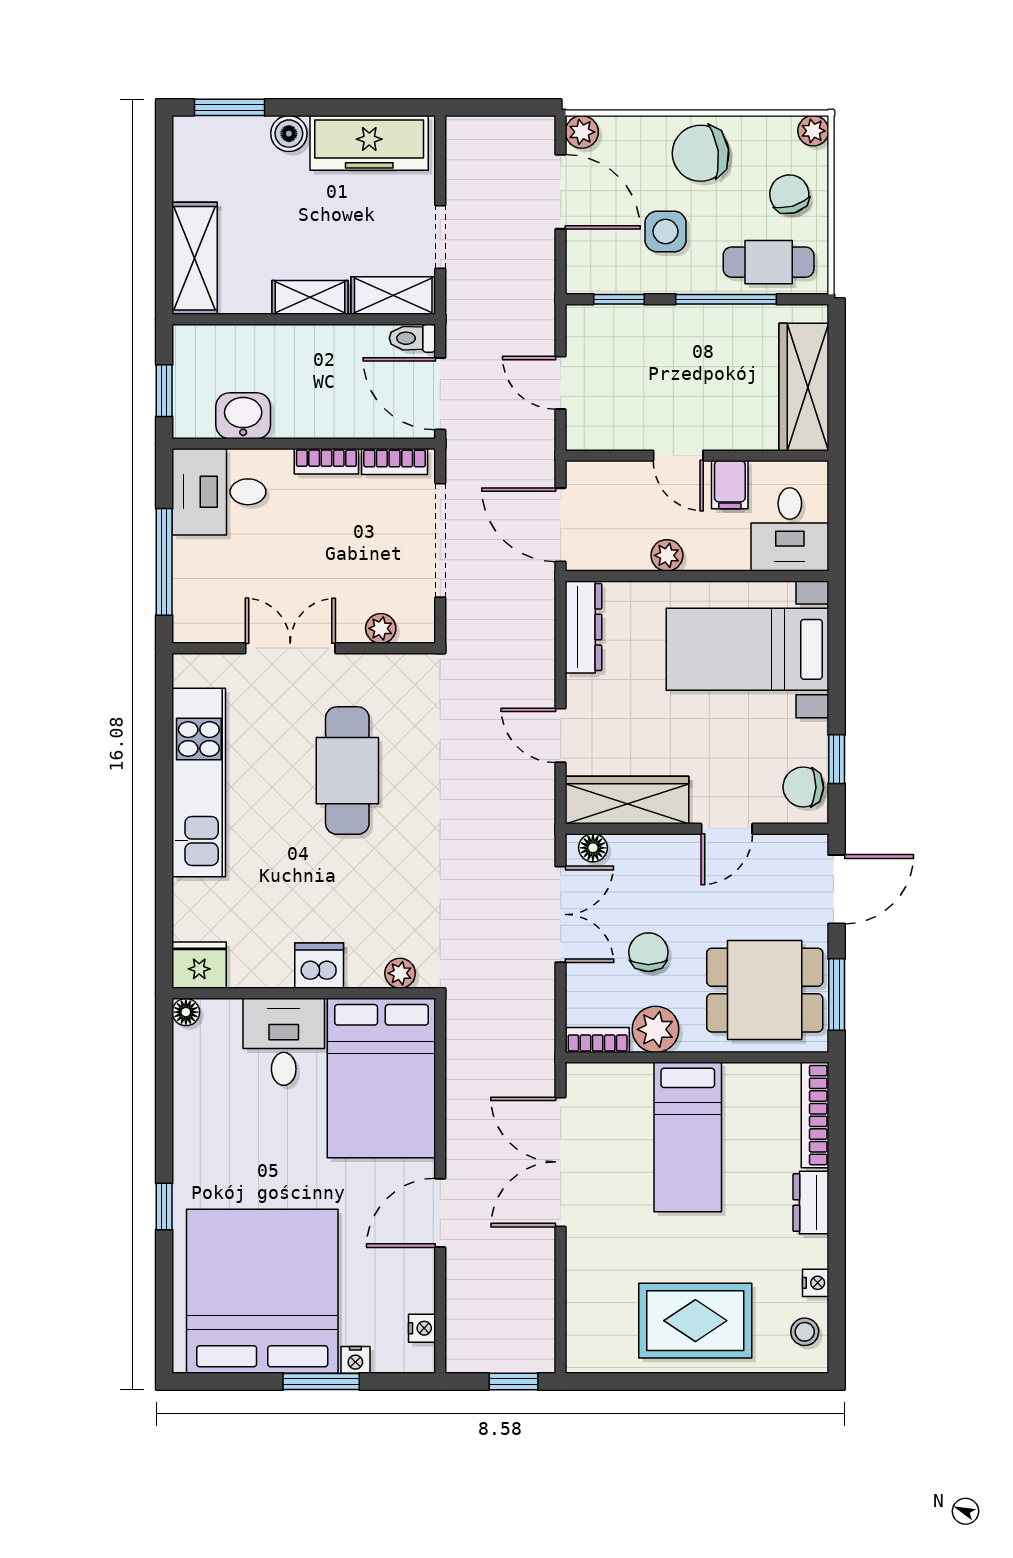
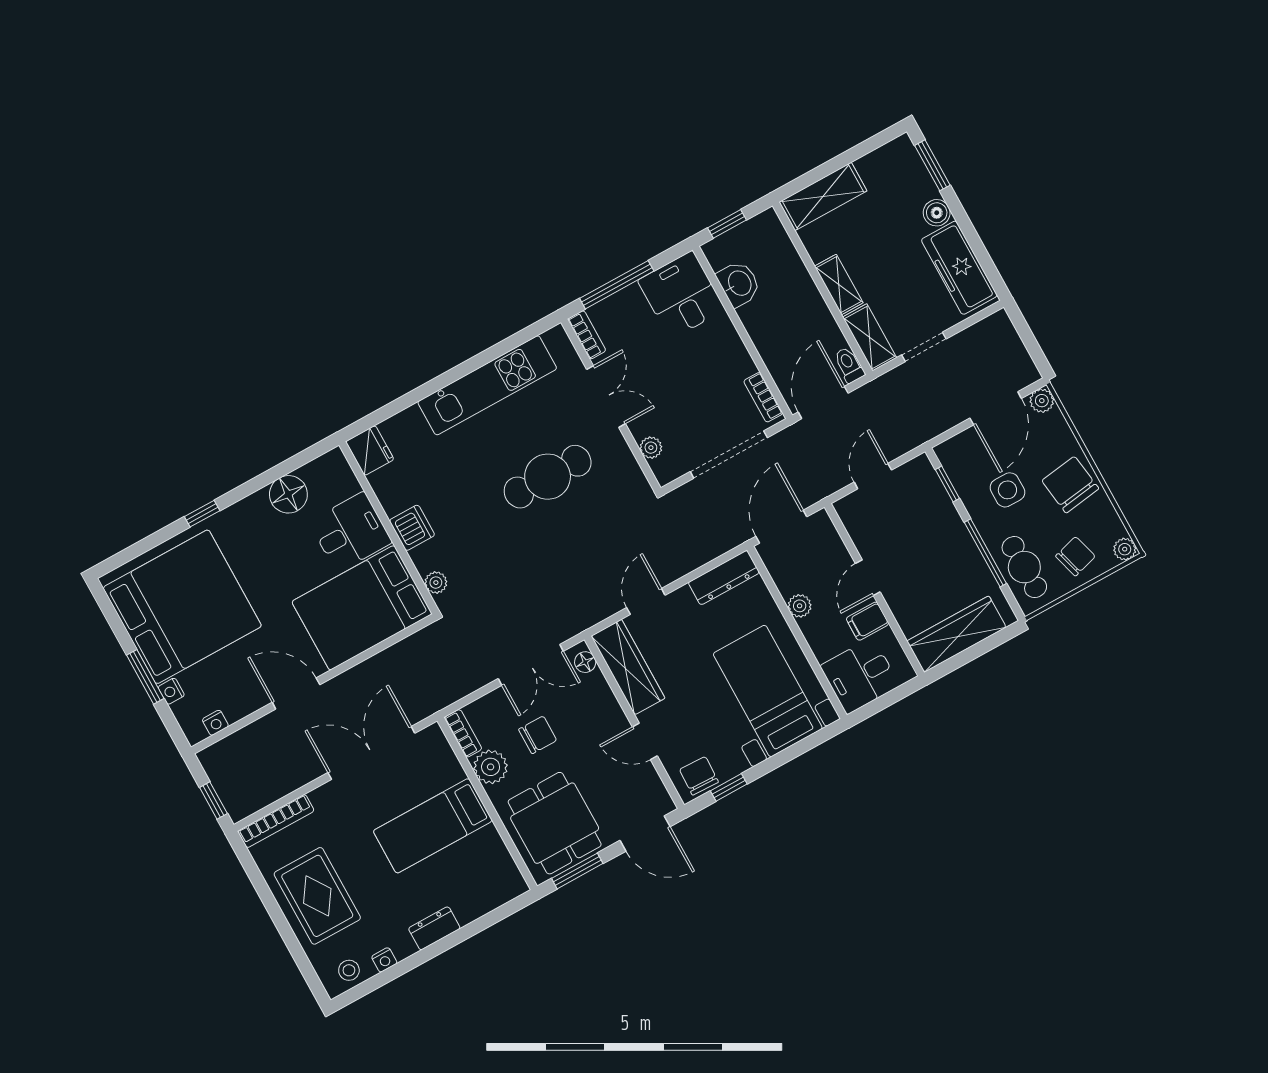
bookcase: (326, 461) -> (587, 335), moved, turned 180
floor lamp: (186, 1012) -> (288, 494), moved, width x1.89, depth x1.89
bookcase: (815, 1115) -> (276, 821), moved, turned 180

